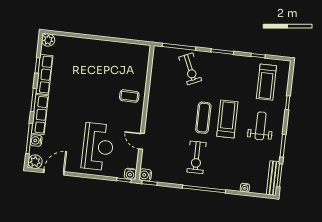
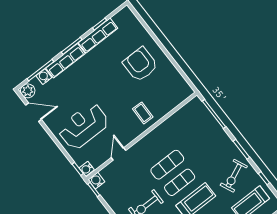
plant: (48, 40) -> (126, 14), removed
armchair: (94, 64) -> (140, 64), added
exercise bike: (190, 69) -> (234, 176), moved
exercise mat: (182, 114) -> (167, 165), added
reception desk: (98, 147) -> (83, 126), turned 180

